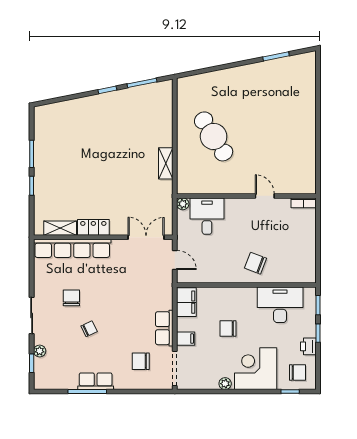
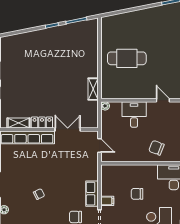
cafe table: (214, 136) -> (127, 58), turned -58
shelving: (166, 163) -> (93, 89), moved
desk: (207, 216) -> (134, 115), moved
double door: (146, 237) -> (68, 129), moved
chair: (71, 298) -> (26, 172), removed
filing cabinet: (186, 302) -> (108, 175), removed

